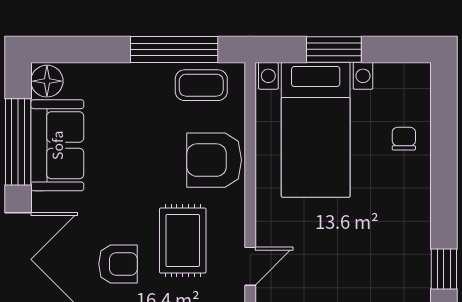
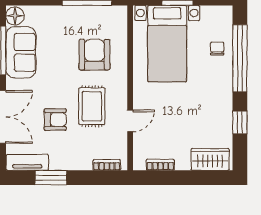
coffee table: (201, 85) -> (102, 18), removed
window: (444, 156) -> (240, 58), added
armchair: (214, 160) -> (94, 55), moved, turned 90

